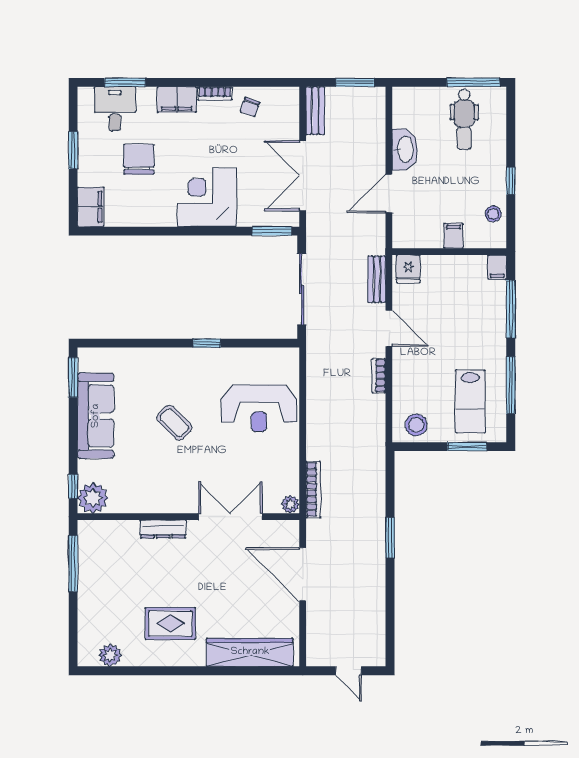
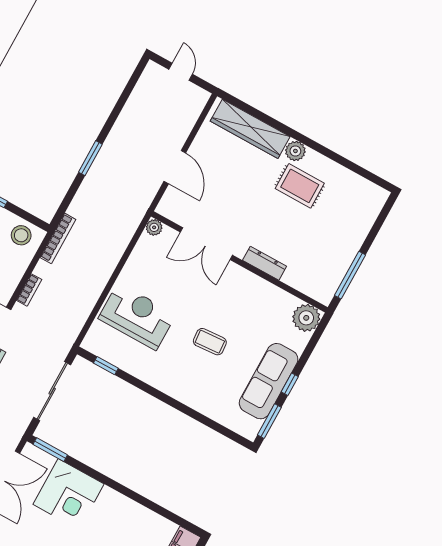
corner desk: (207, 197) -> (68, 494), moved
window: (207, 343) -> (106, 366), moved
coffee table: (174, 423) -> (210, 342), turned -49
window: (73, 486) -> (290, 384), moved
bookcase: (313, 490) -> (58, 238), moved, turned 180
door: (303, 574) -> (175, 167), width x0.73
plant: (110, 655) -> (295, 151), moved

